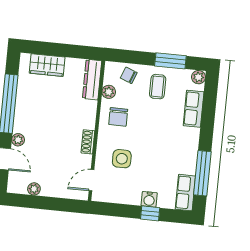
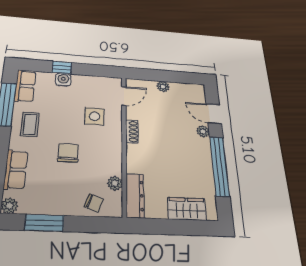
coffee table: (158, 87) -> (30, 124), moved
chair: (118, 117) -> (68, 153), moved
plant: (34, 189) -> (163, 87), moved

